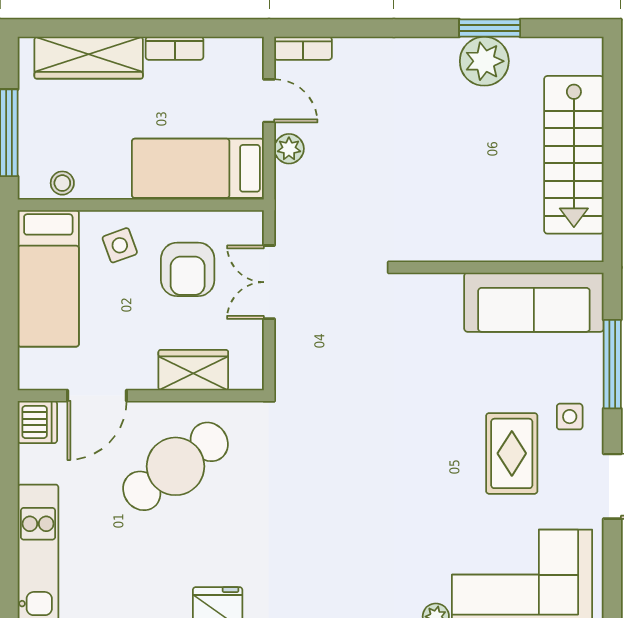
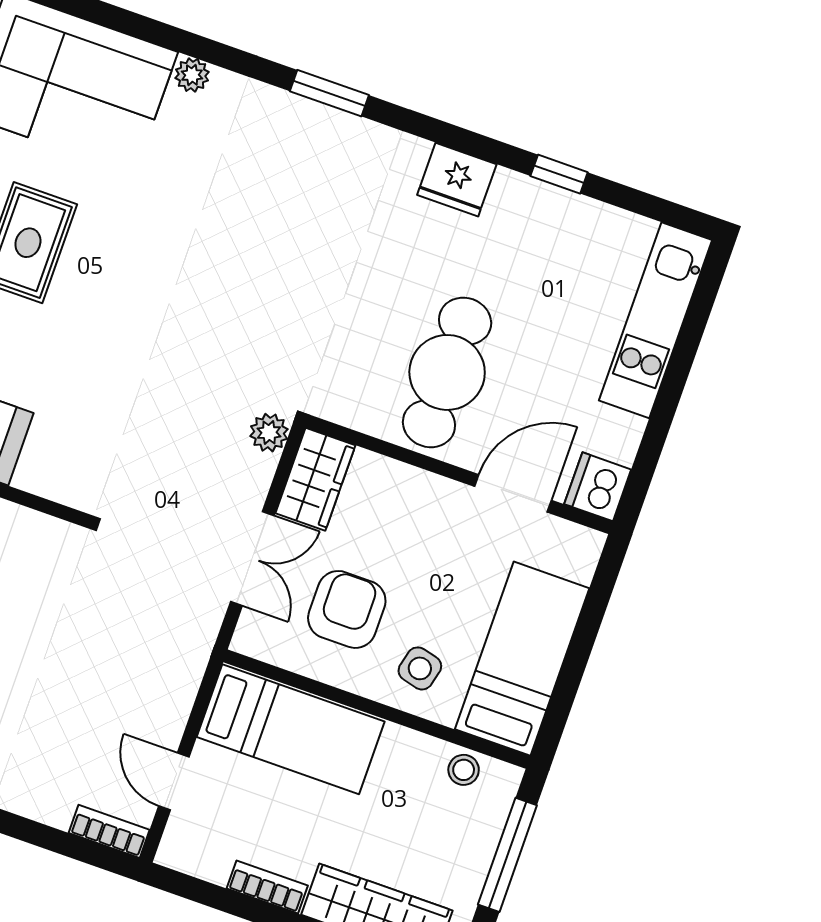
plant: (289, 149) -> (269, 433), moved
side table: (120, 245) -> (420, 668), turned 34
wardrobe: (193, 370) -> (315, 479), moved, turned -90
cafe table: (176, 466) -> (447, 372), turned -54

